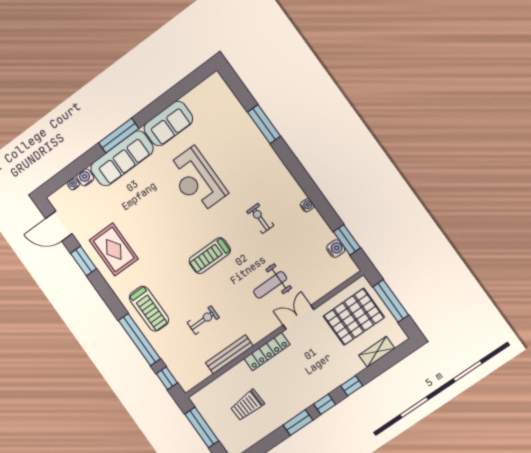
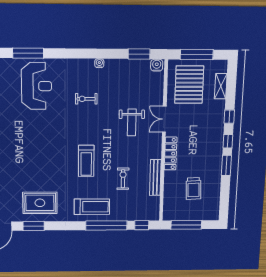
reception desk: (197, 180) -> (37, 86), moved, turned -90
water cooler: (336, 249) -> (157, 65), moved
treadmill: (210, 256) -> (86, 161), moved

